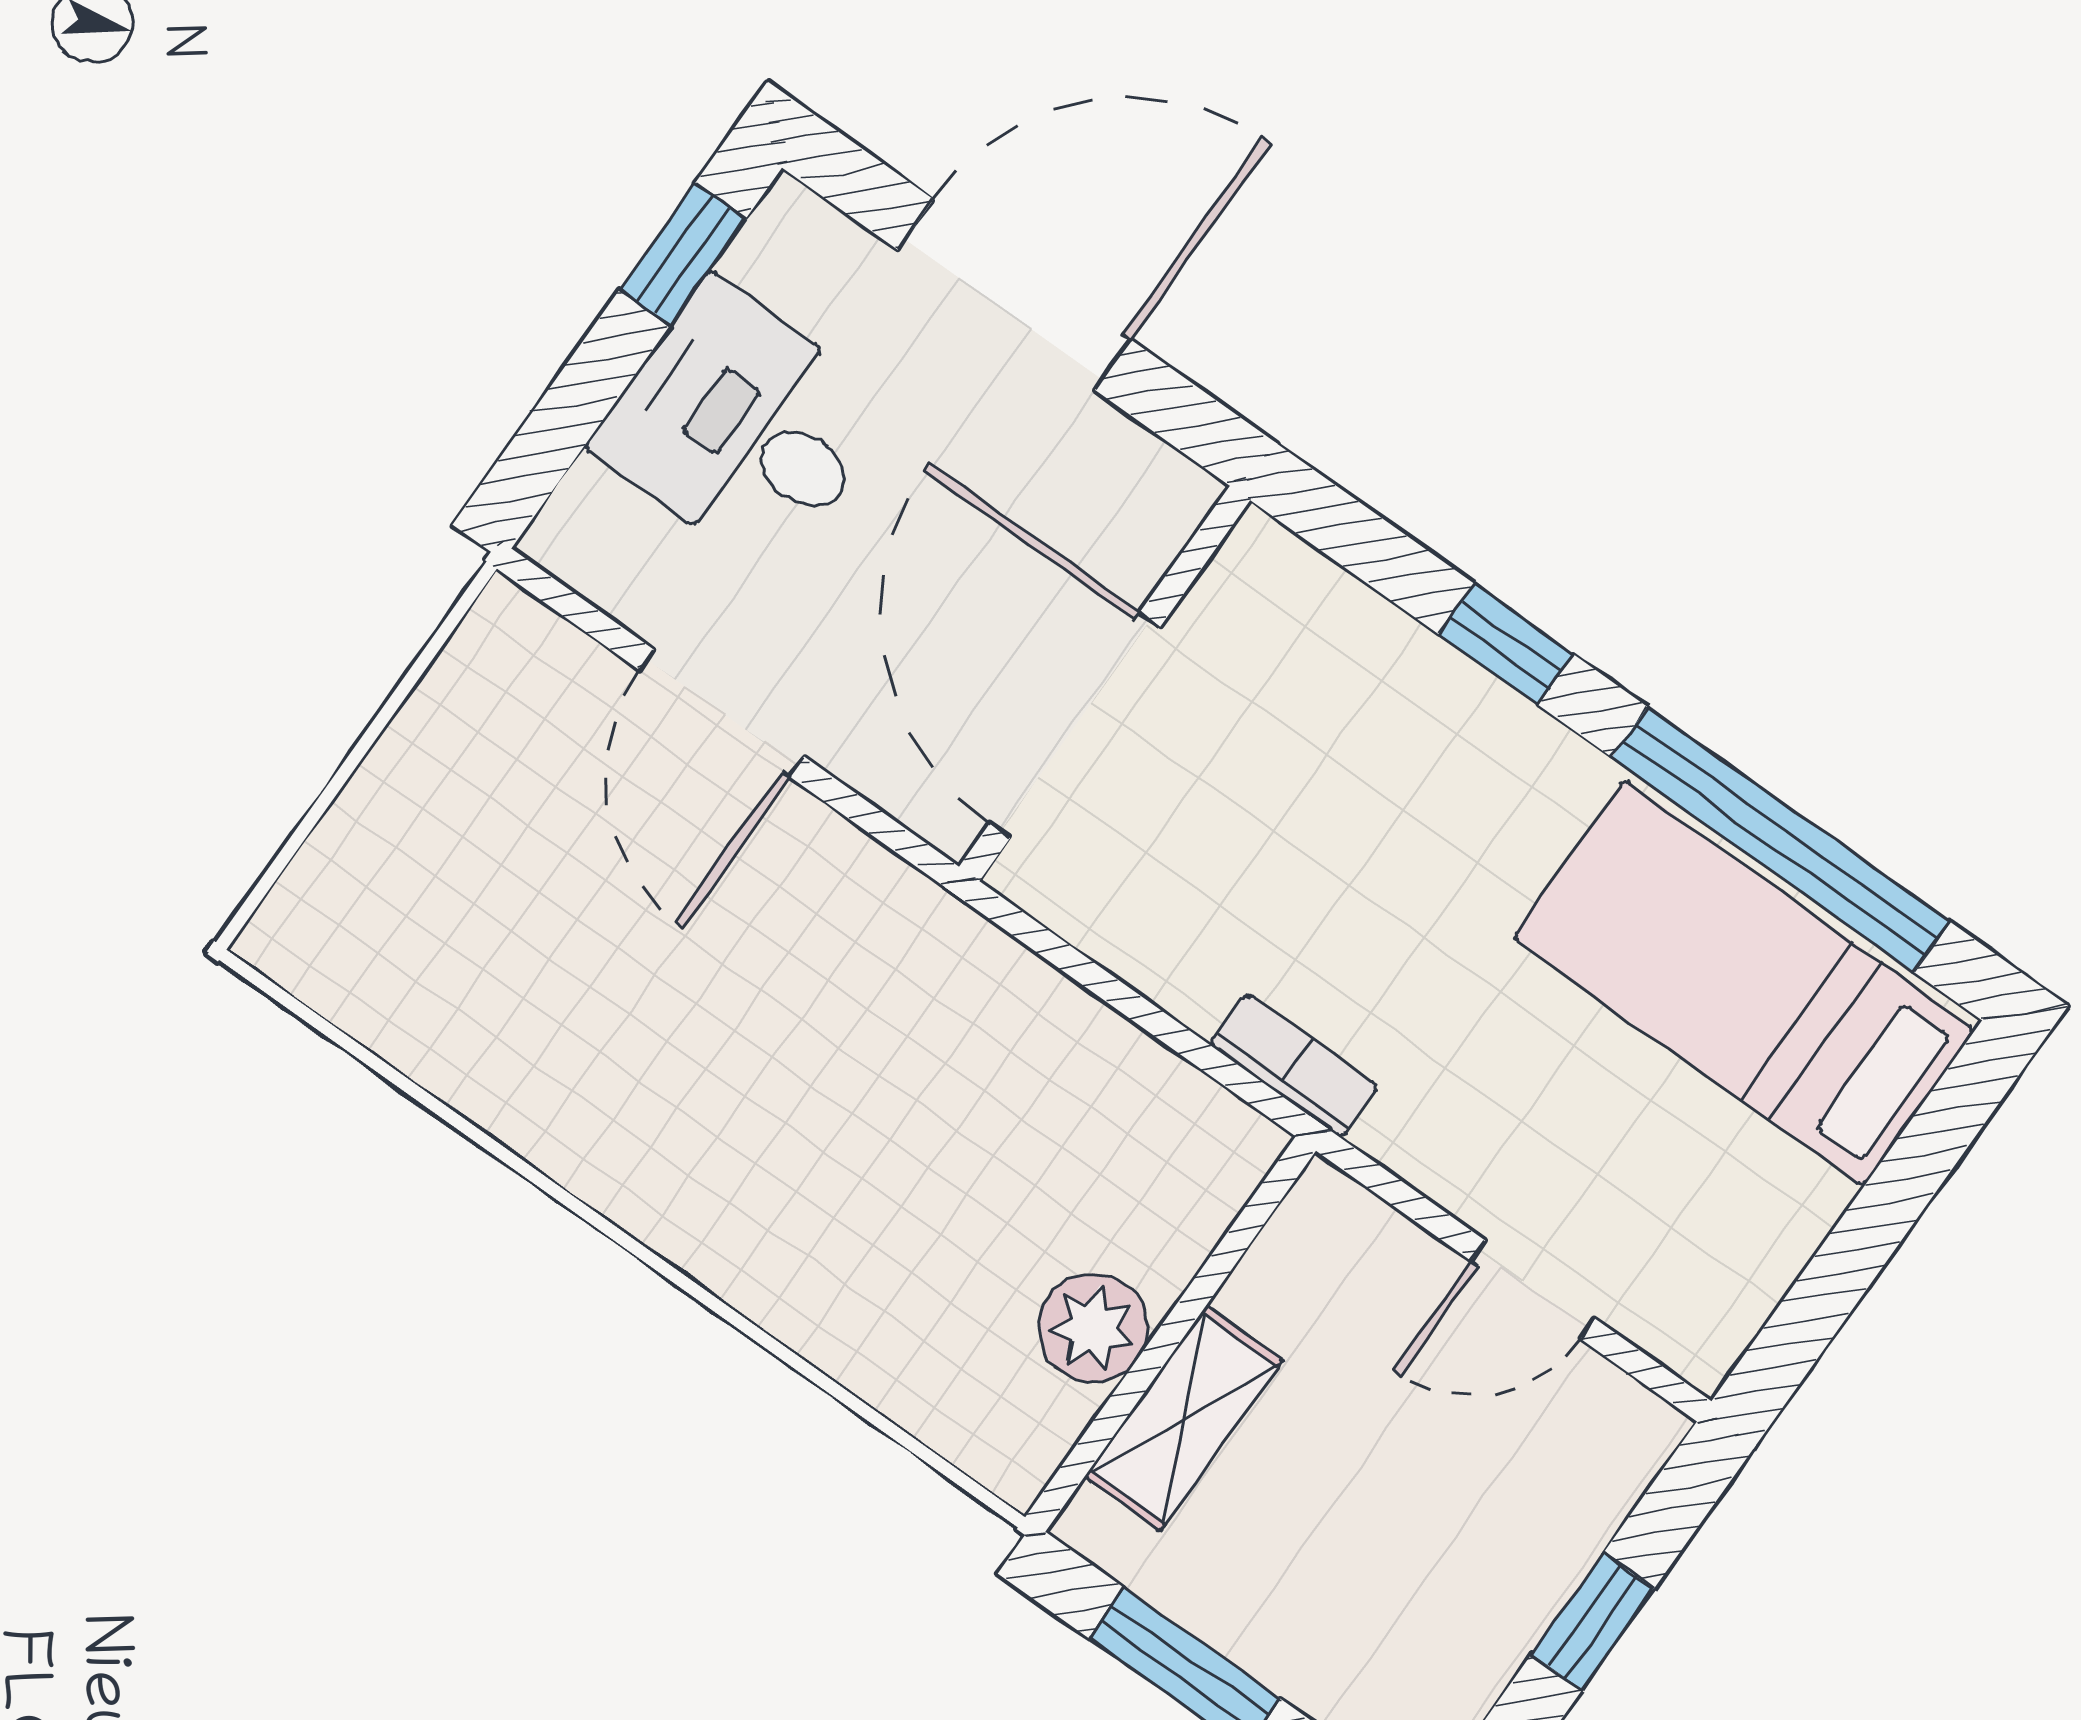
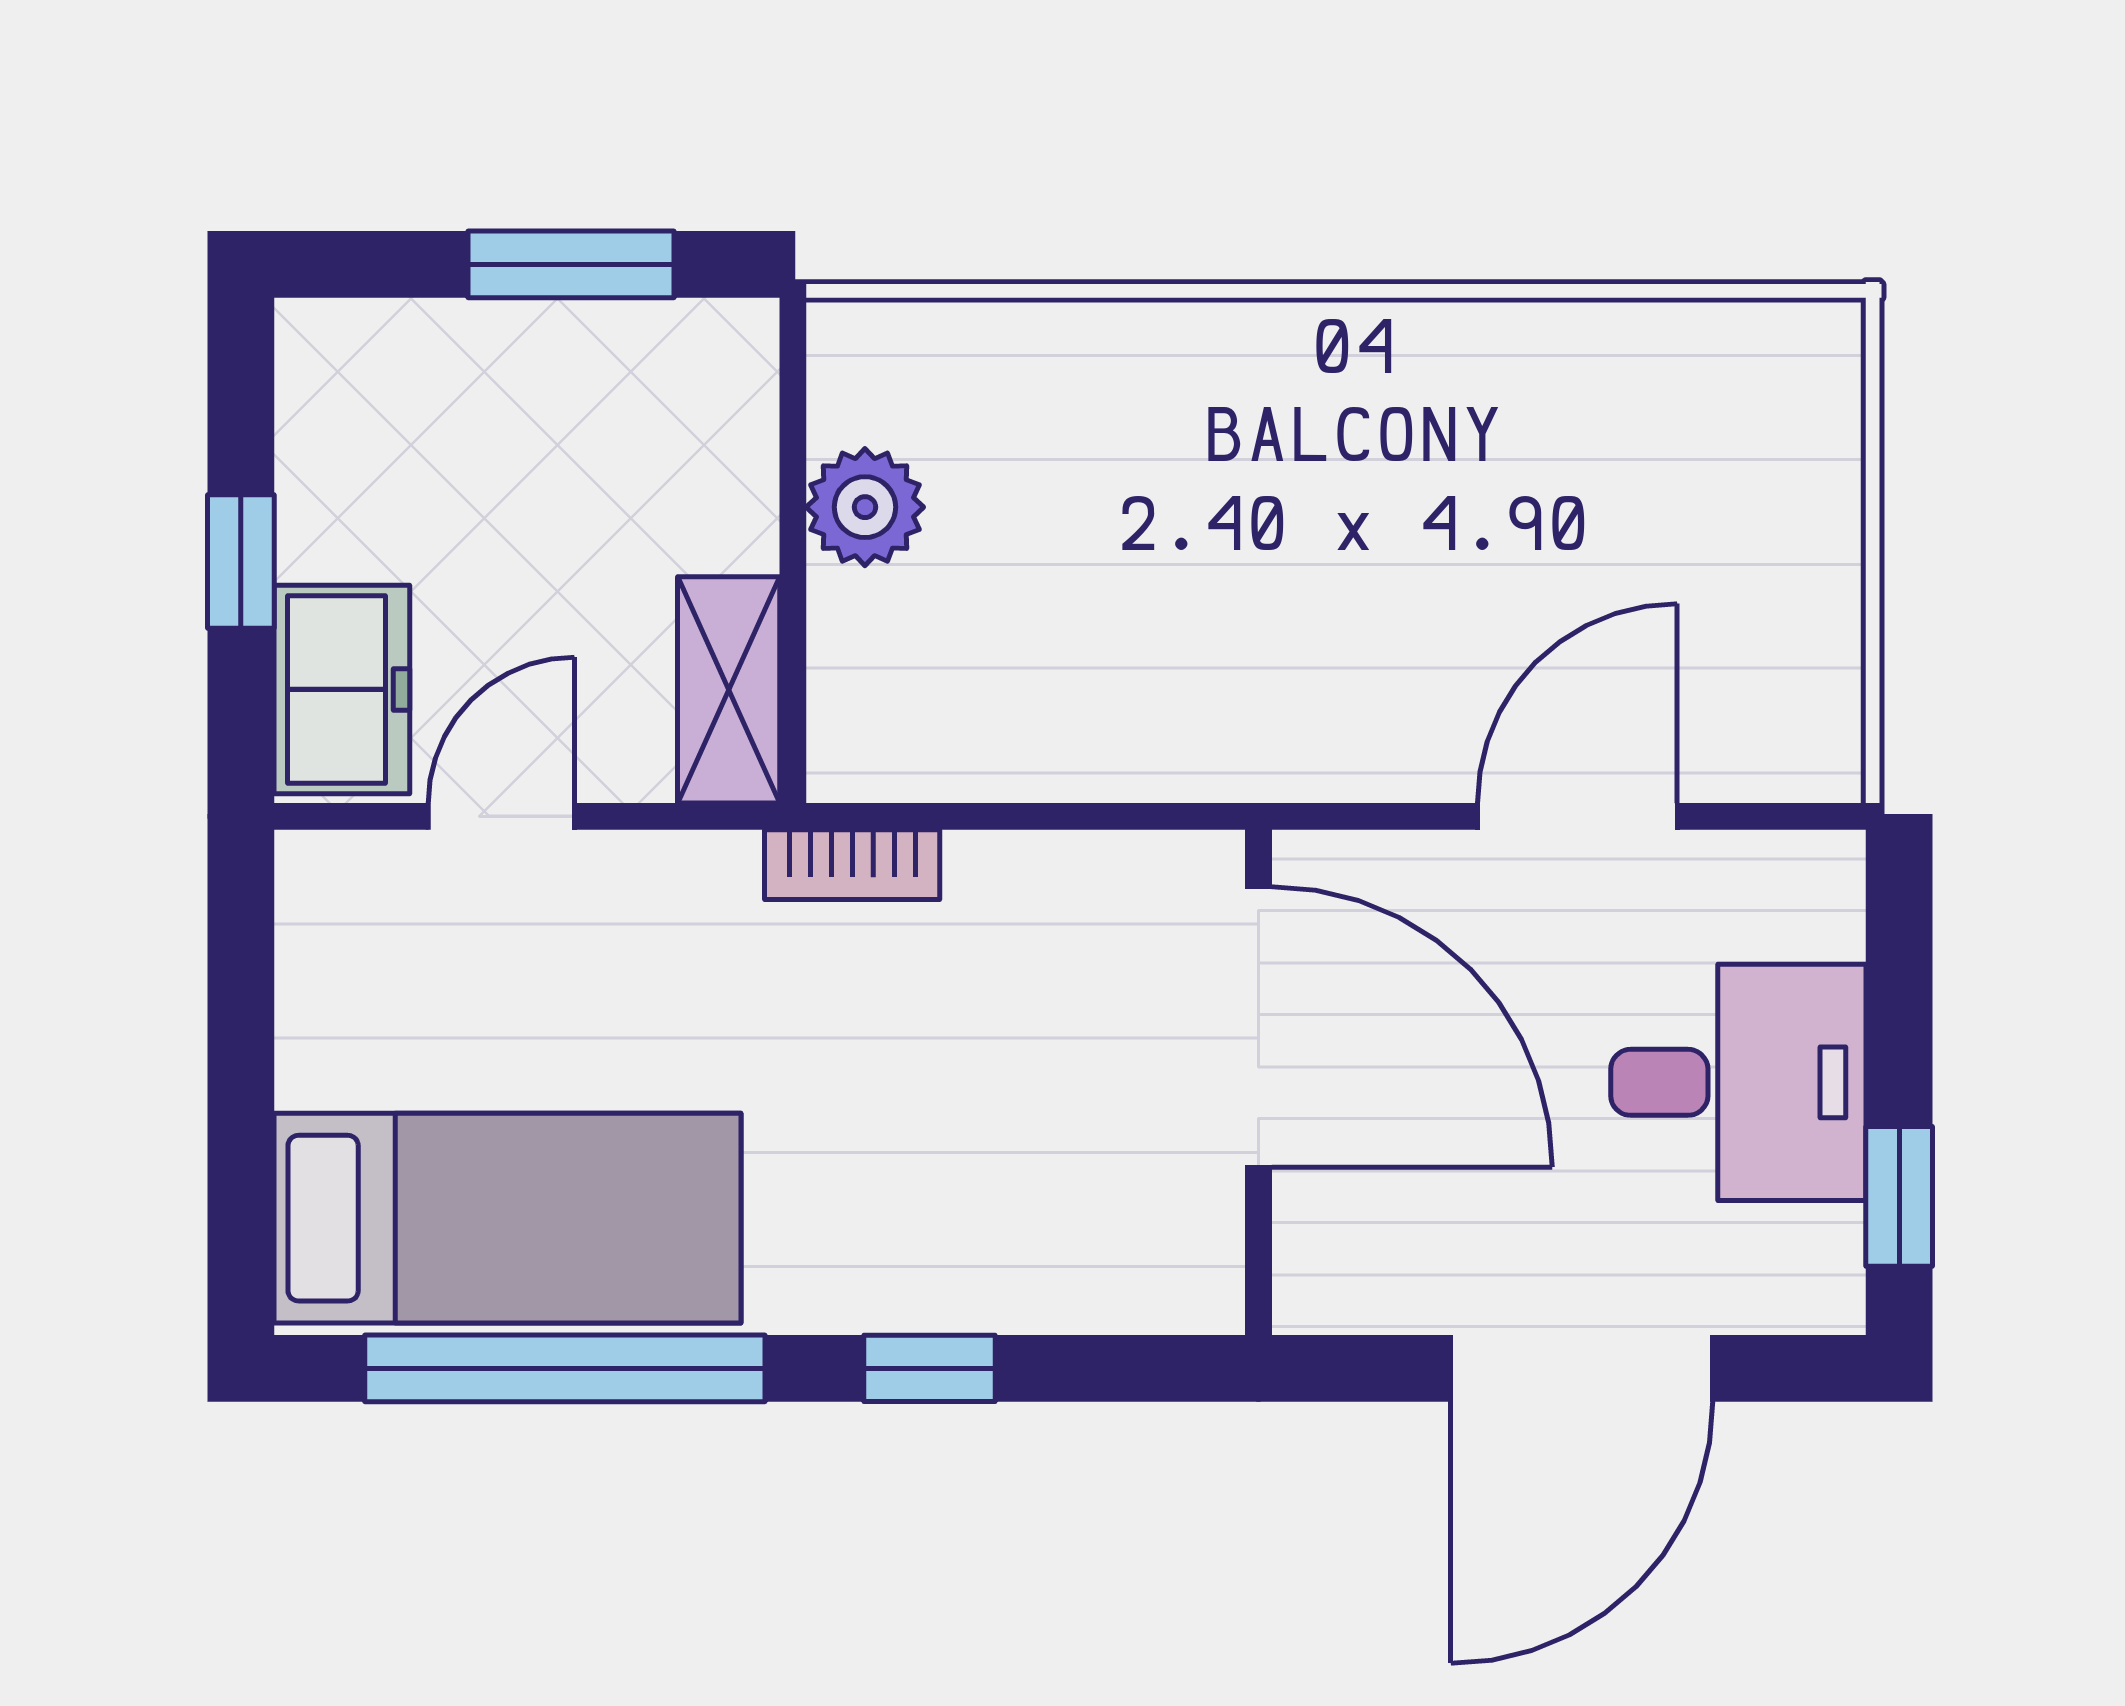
door: (722, 713) -> (1577, 816), hinge flipped
shelving: (1184, 1418) -> (729, 690), moved
freezer: (1585, 1471) -> (342, 689), added

